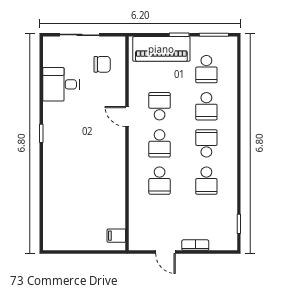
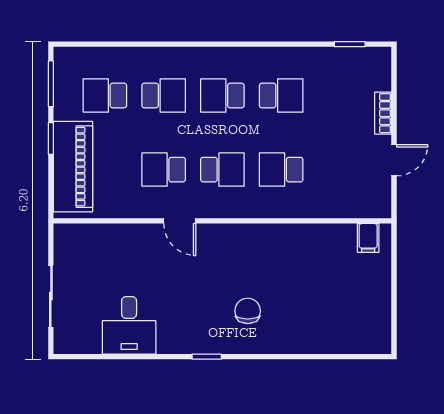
chair: (102, 64) -> (248, 311), moved
school desk: (206, 69) -> (105, 96), turned 180
door: (127, 116) -> (180, 221), hinge flipped
school desk: (160, 181) -> (281, 170), turned 180

